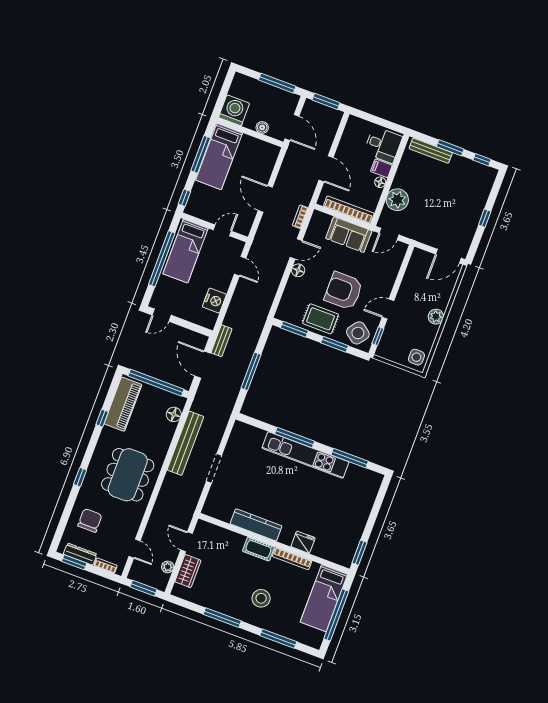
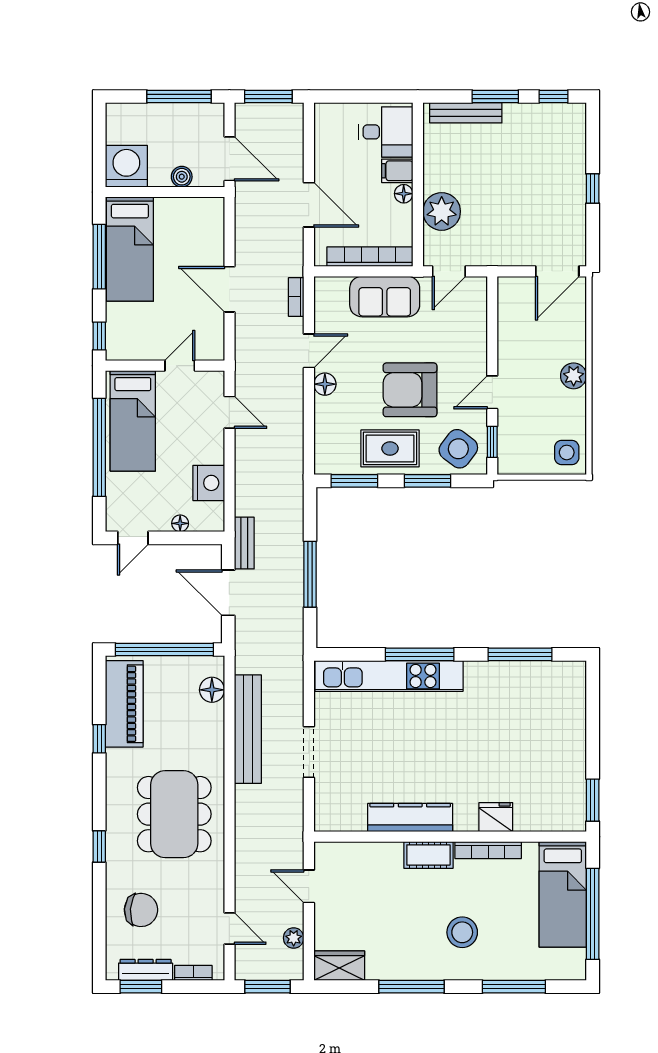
floor lamp: (190, 317) -> (180, 523), added
kitchen unit: (305, 455) -> (389, 676), moved
chair: (90, 520) -> (141, 910), turned 94
wardrobe: (188, 571) -> (339, 966), moved, turned -90

